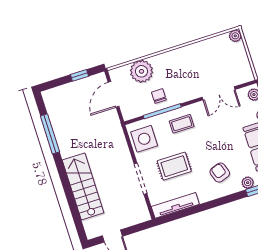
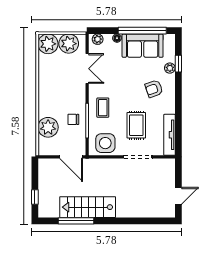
plant: (235, 36) -> (48, 44), width x1.87, depth x1.87
plant: (239, 65) -> (69, 44), added
window: (79, 75) -> (35, 197), moved
door: (114, 94) -> (71, 157), moved
stairs: (83, 186) -> (88, 207), moved

